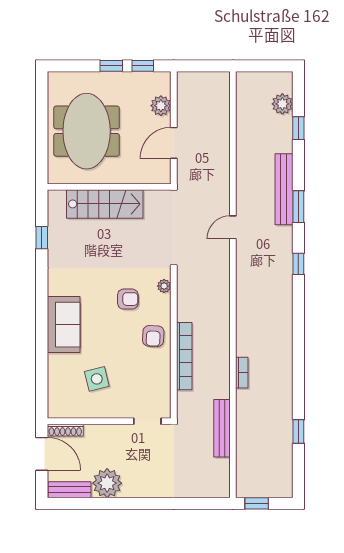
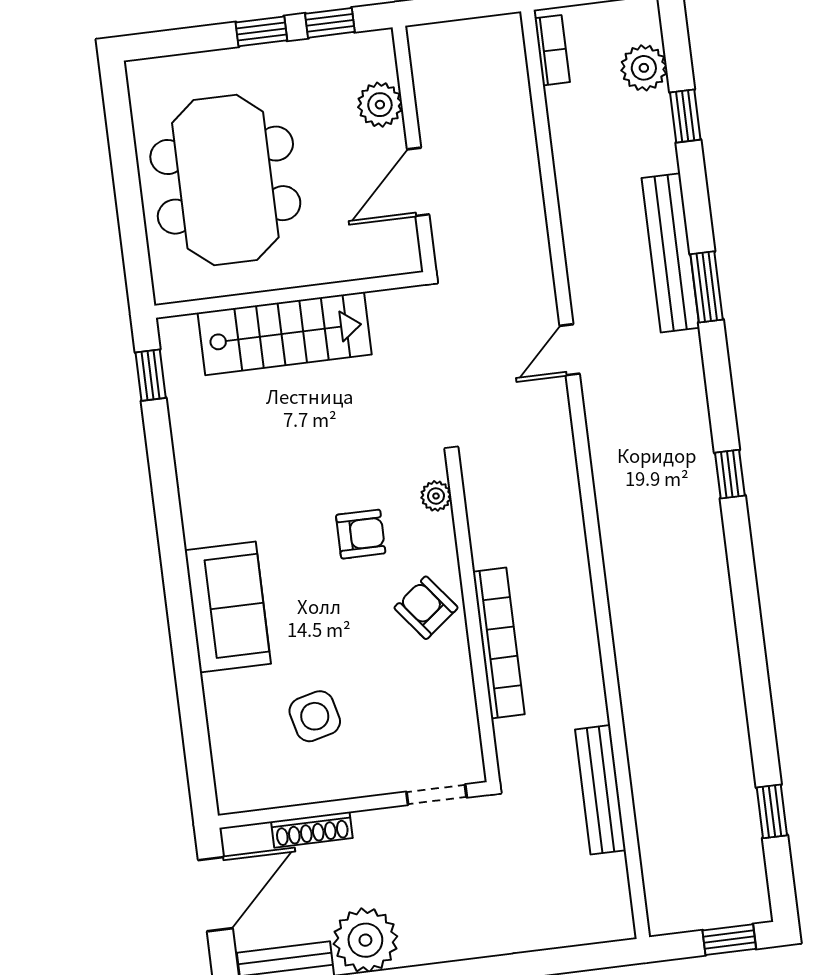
window: (42, 238) -> (151, 375), moved
window: (298, 264) -> (730, 474), moved
armchair: (153, 336) -> (426, 608), turned 139
bookcase: (242, 373) -> (552, 50), moved
shoe rack: (65, 430) -> (312, 830), moved
window: (298, 432) -> (772, 811), moved
door: (42, 454) -> (215, 894), hinge flipped
window: (257, 503) -> (729, 940), moved

